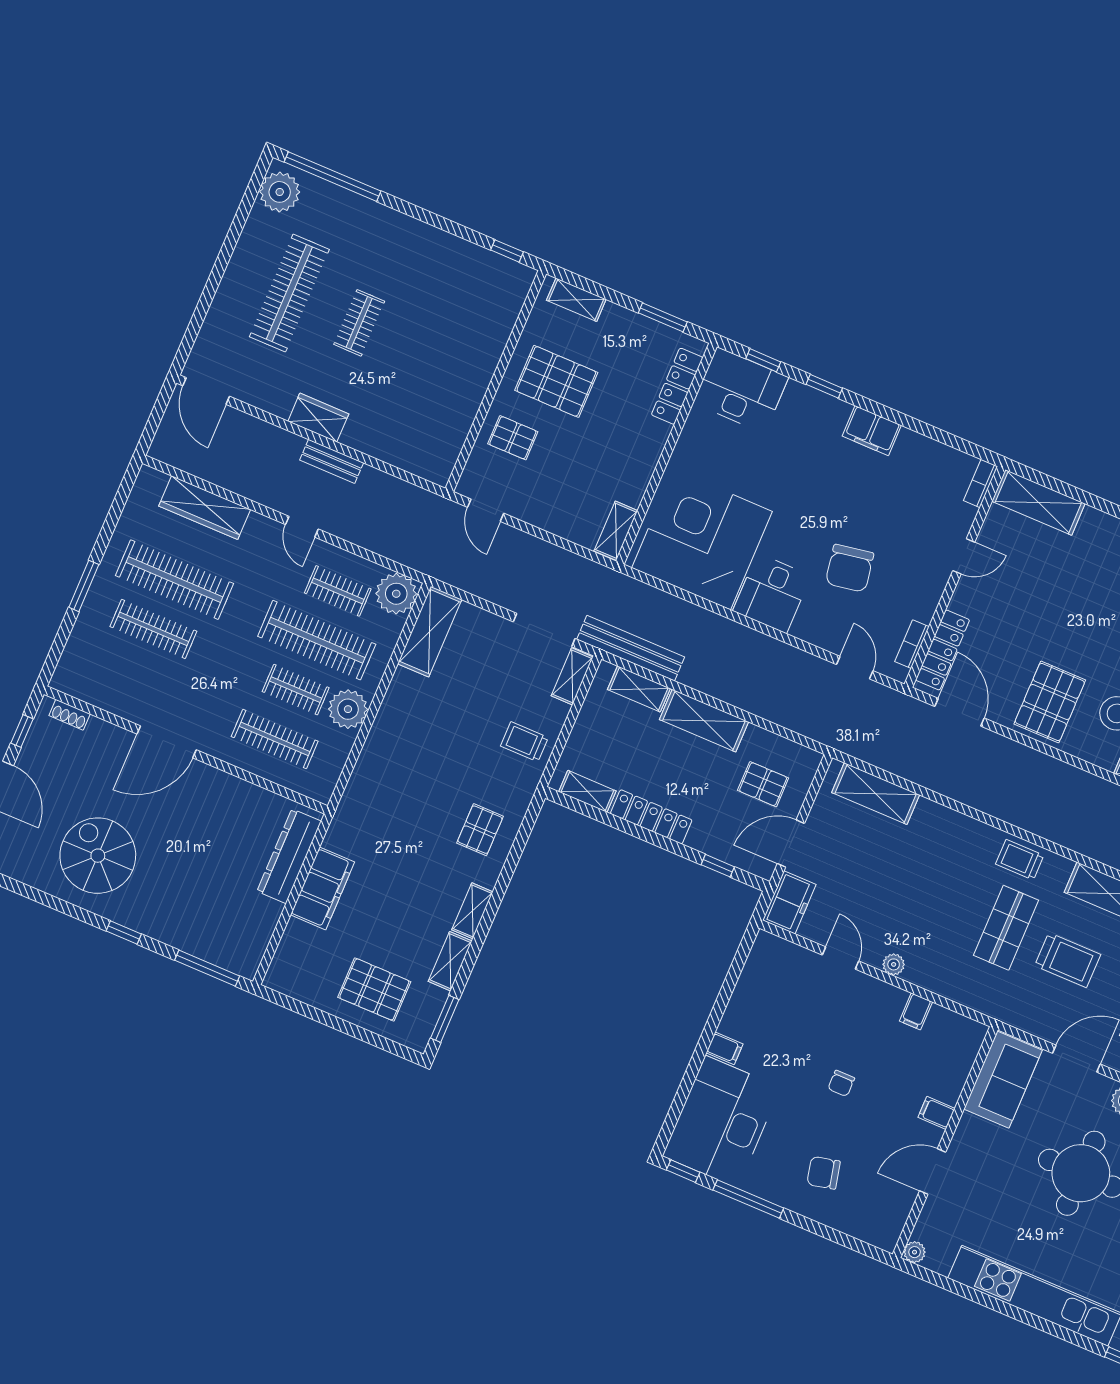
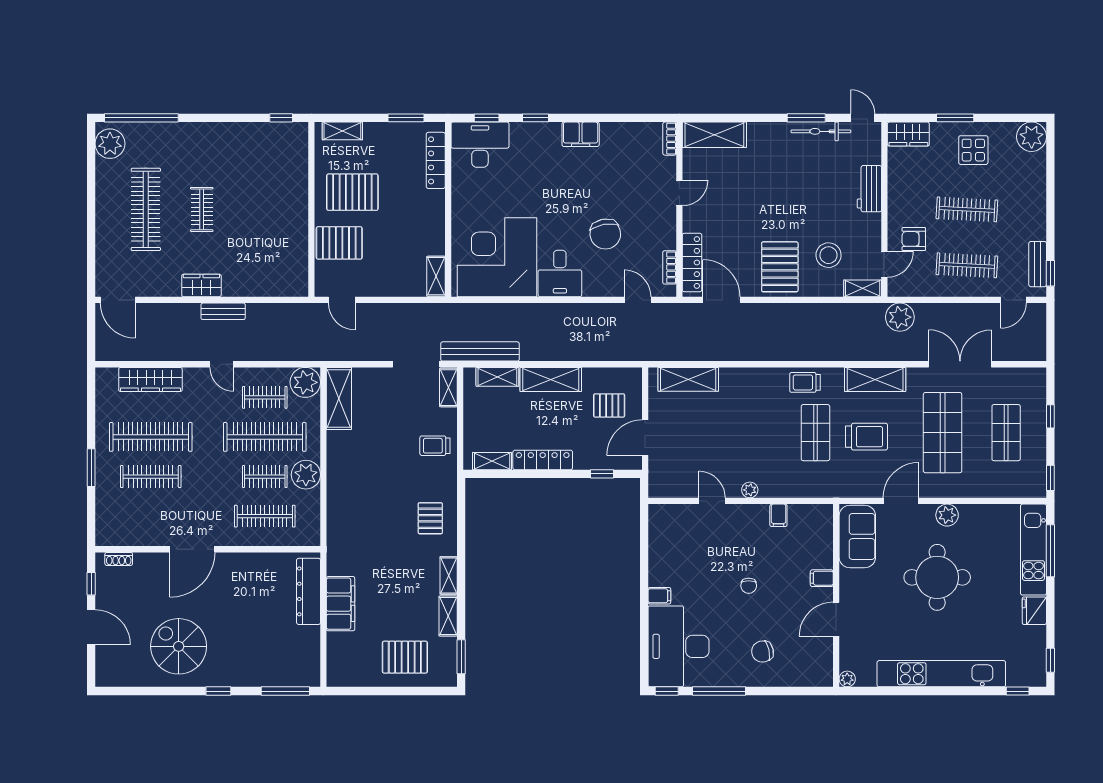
pallet: (513, 438) -> (339, 243), width x1.50, depth x1.42
freezer: (789, 902) -> (661, 478), removed

